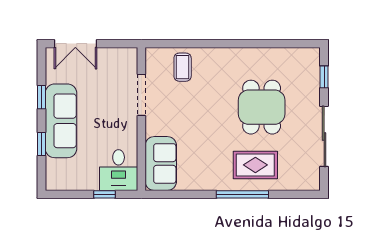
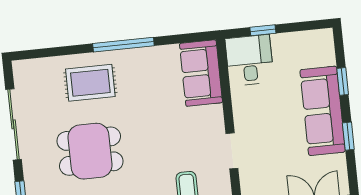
doorway: (141, 95) -> (232, 151), width x0.73
dining table: (262, 107) -> (90, 151), turned 90
window: (242, 194) -> (123, 45), moved

